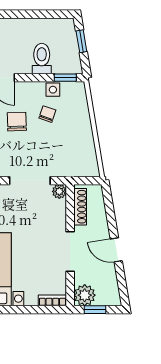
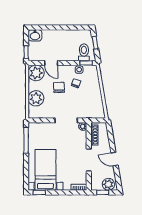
toilet: (42, 59) -> (84, 52), moved
plant: (85, 295) -> (108, 184), moved

